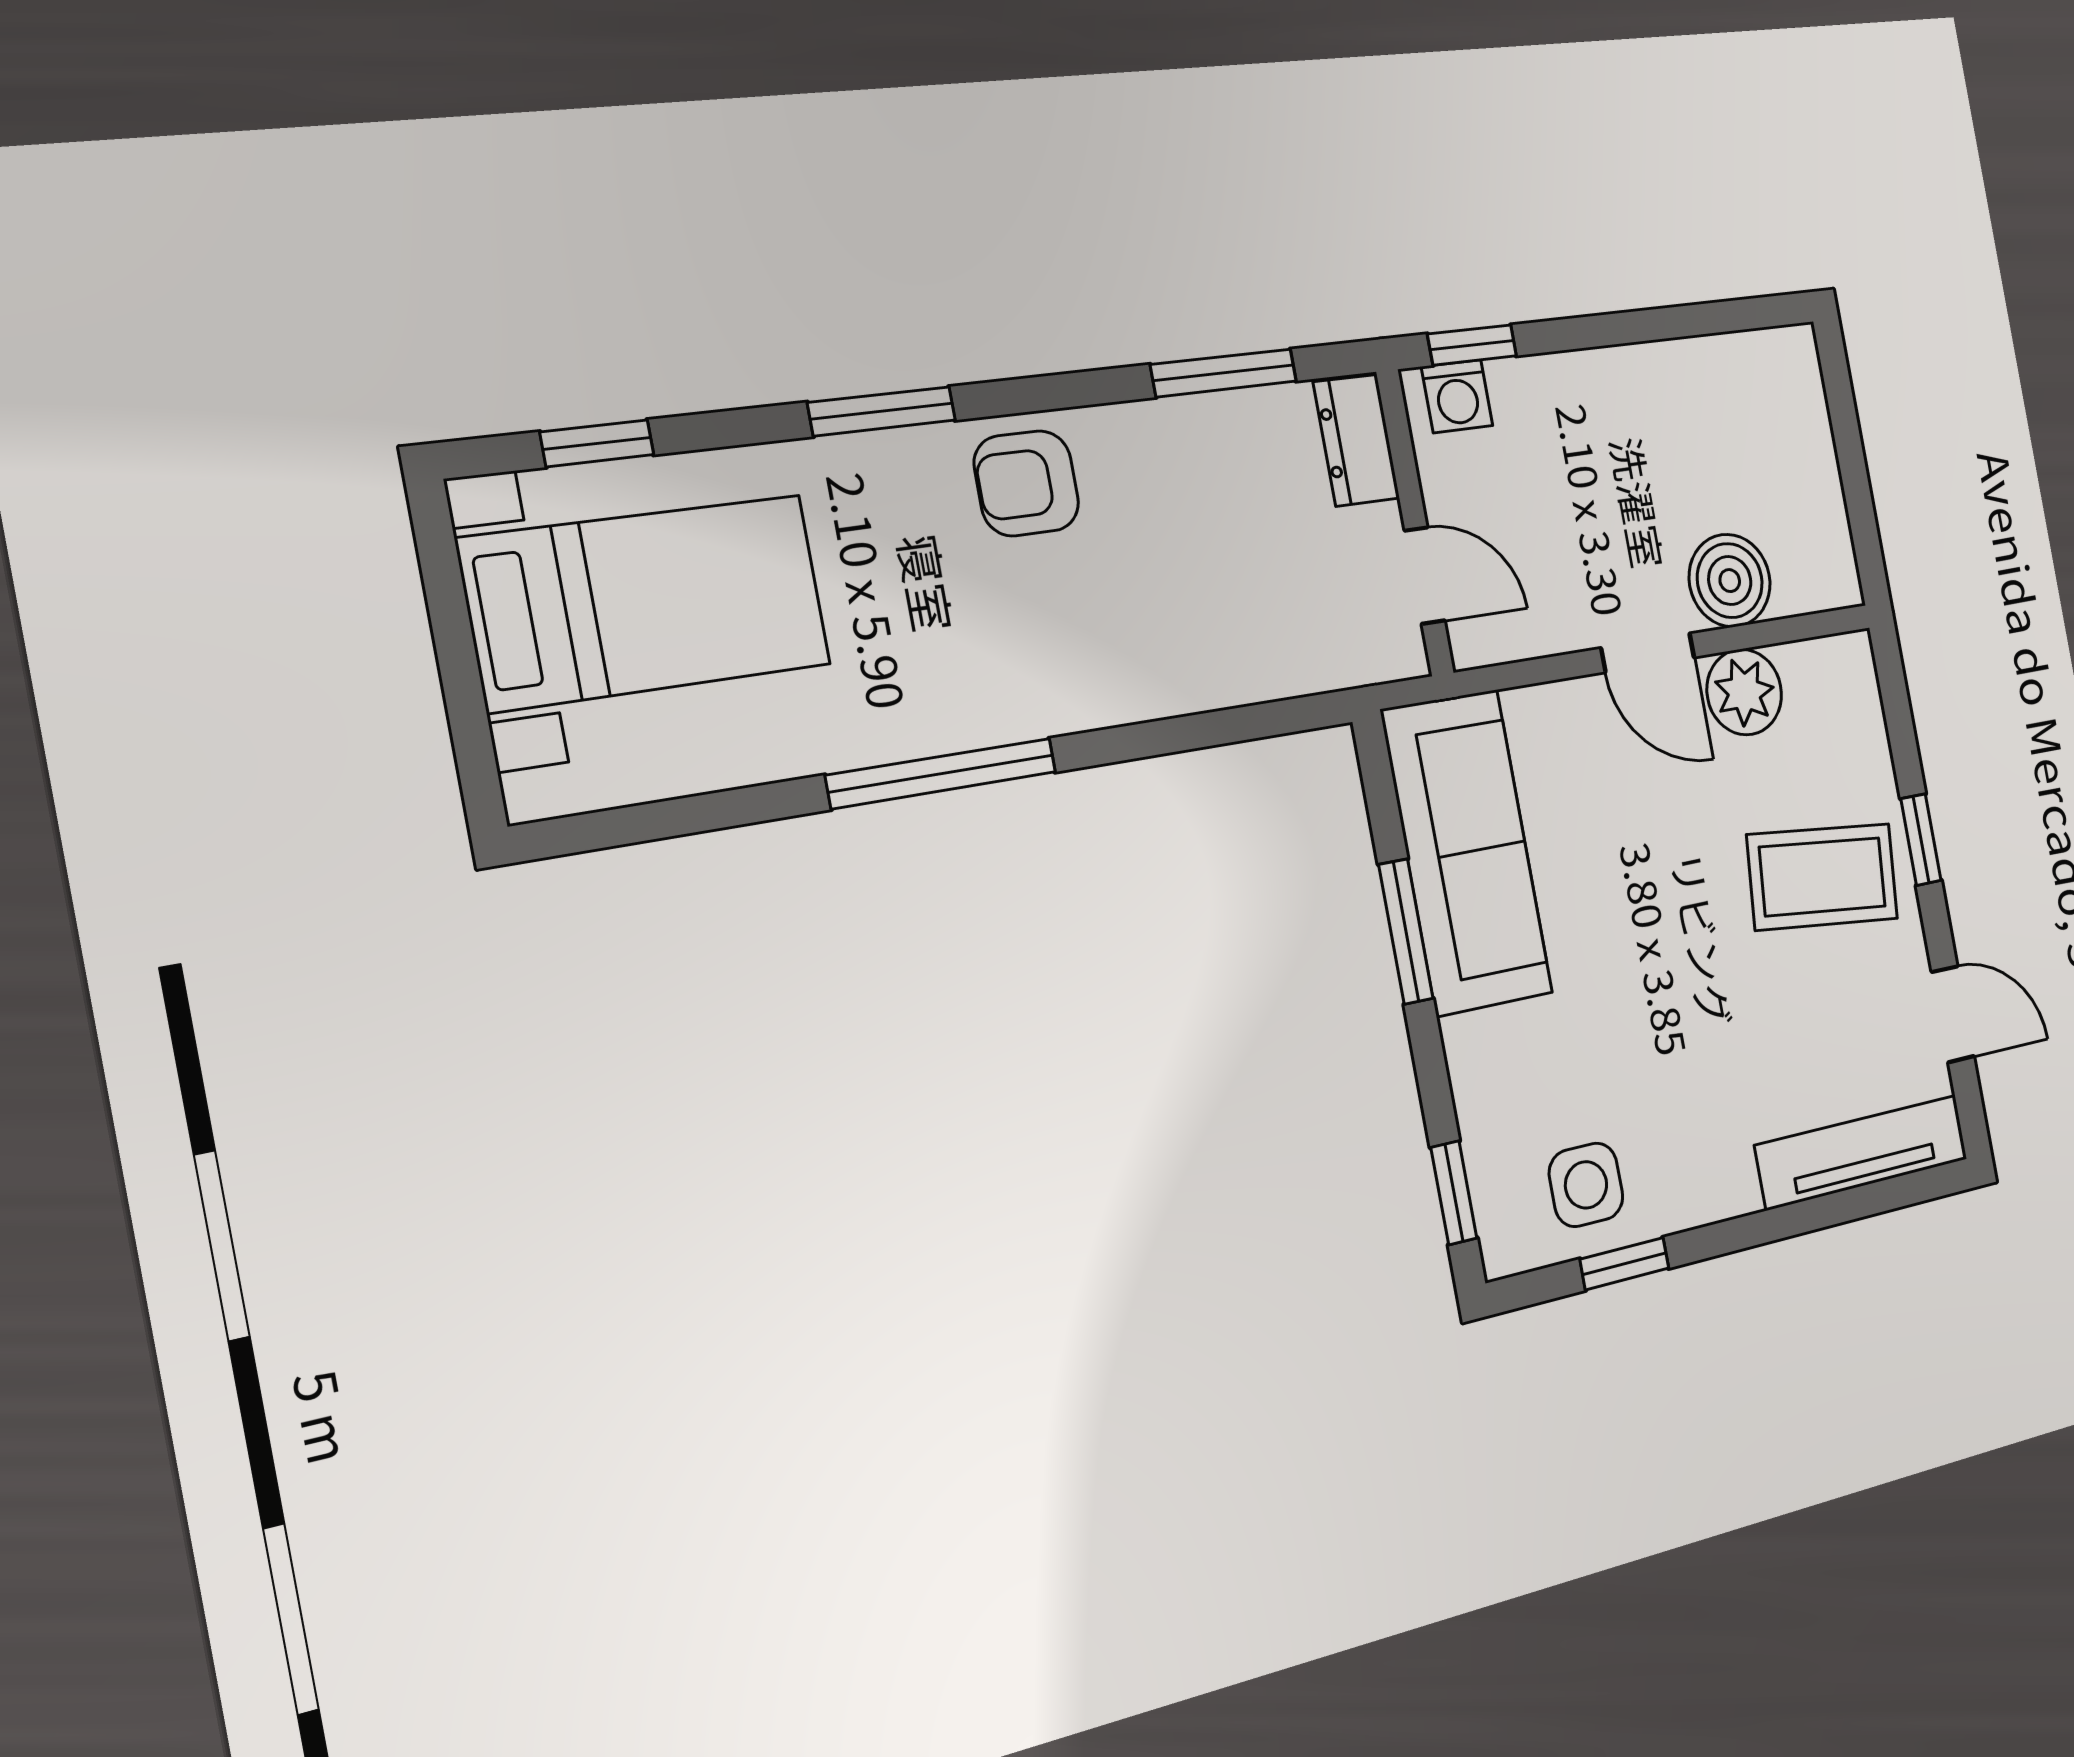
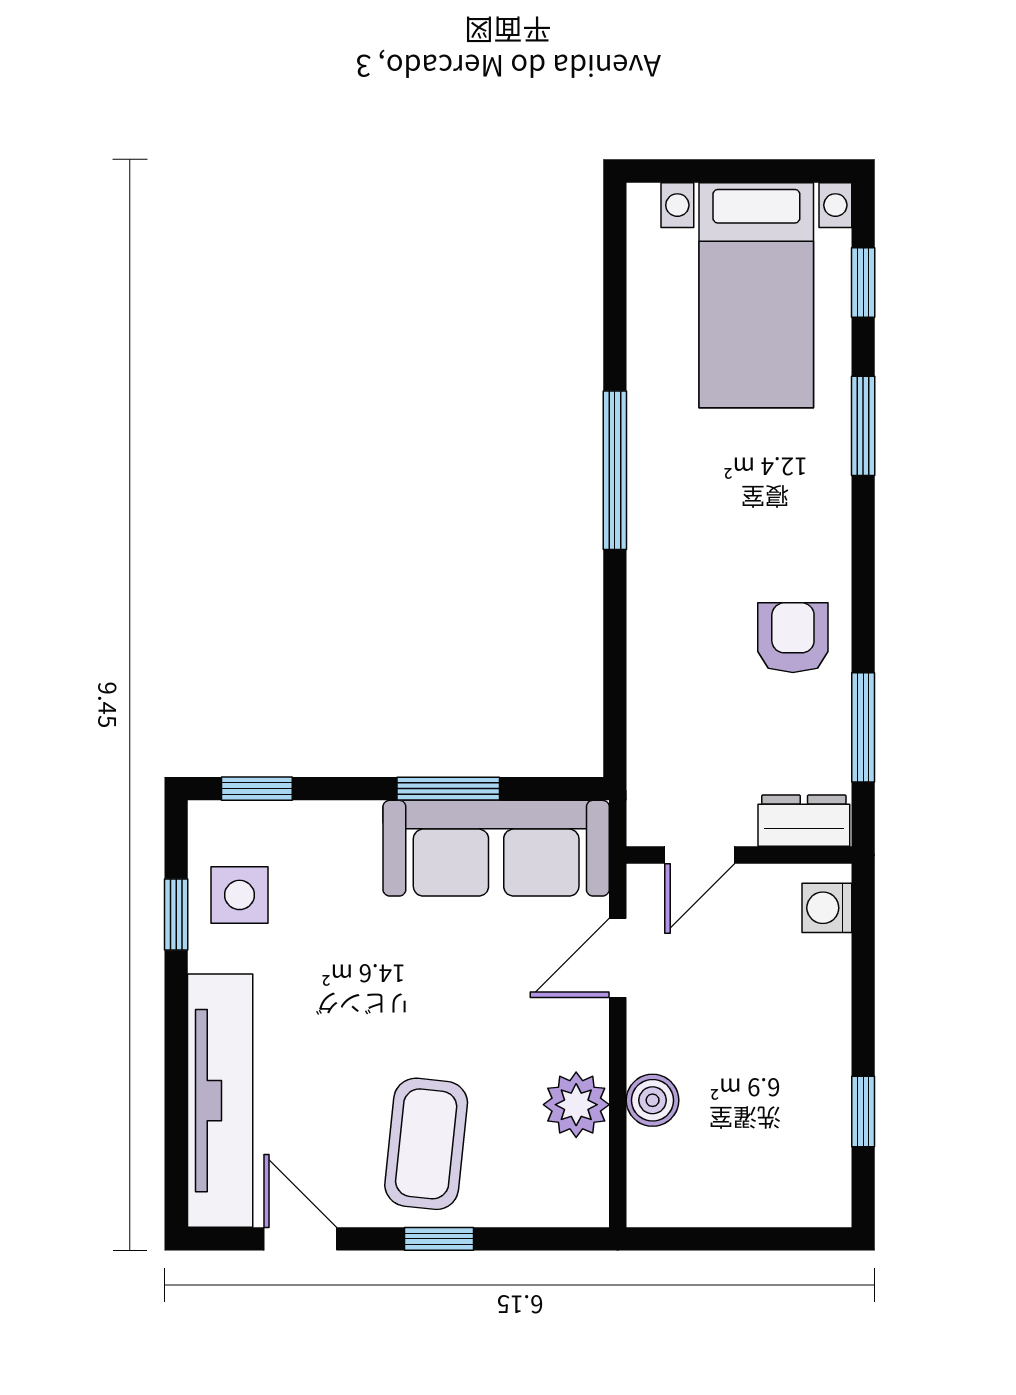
window: (1472, 345) -> (863, 1112), moved
window: (882, 411) -> (863, 426), moved
armchair: (1026, 483) -> (793, 638), moved
boiler: (1730, 581) -> (653, 1100), width x0.73, depth x0.73
door: (1648, 653) -> (618, 958), moved
door: (1953, 1014) -> (300, 1239), swing flipped
tv unit: (1862, 1152) -> (220, 1101), width x1.36, depth x1.29

